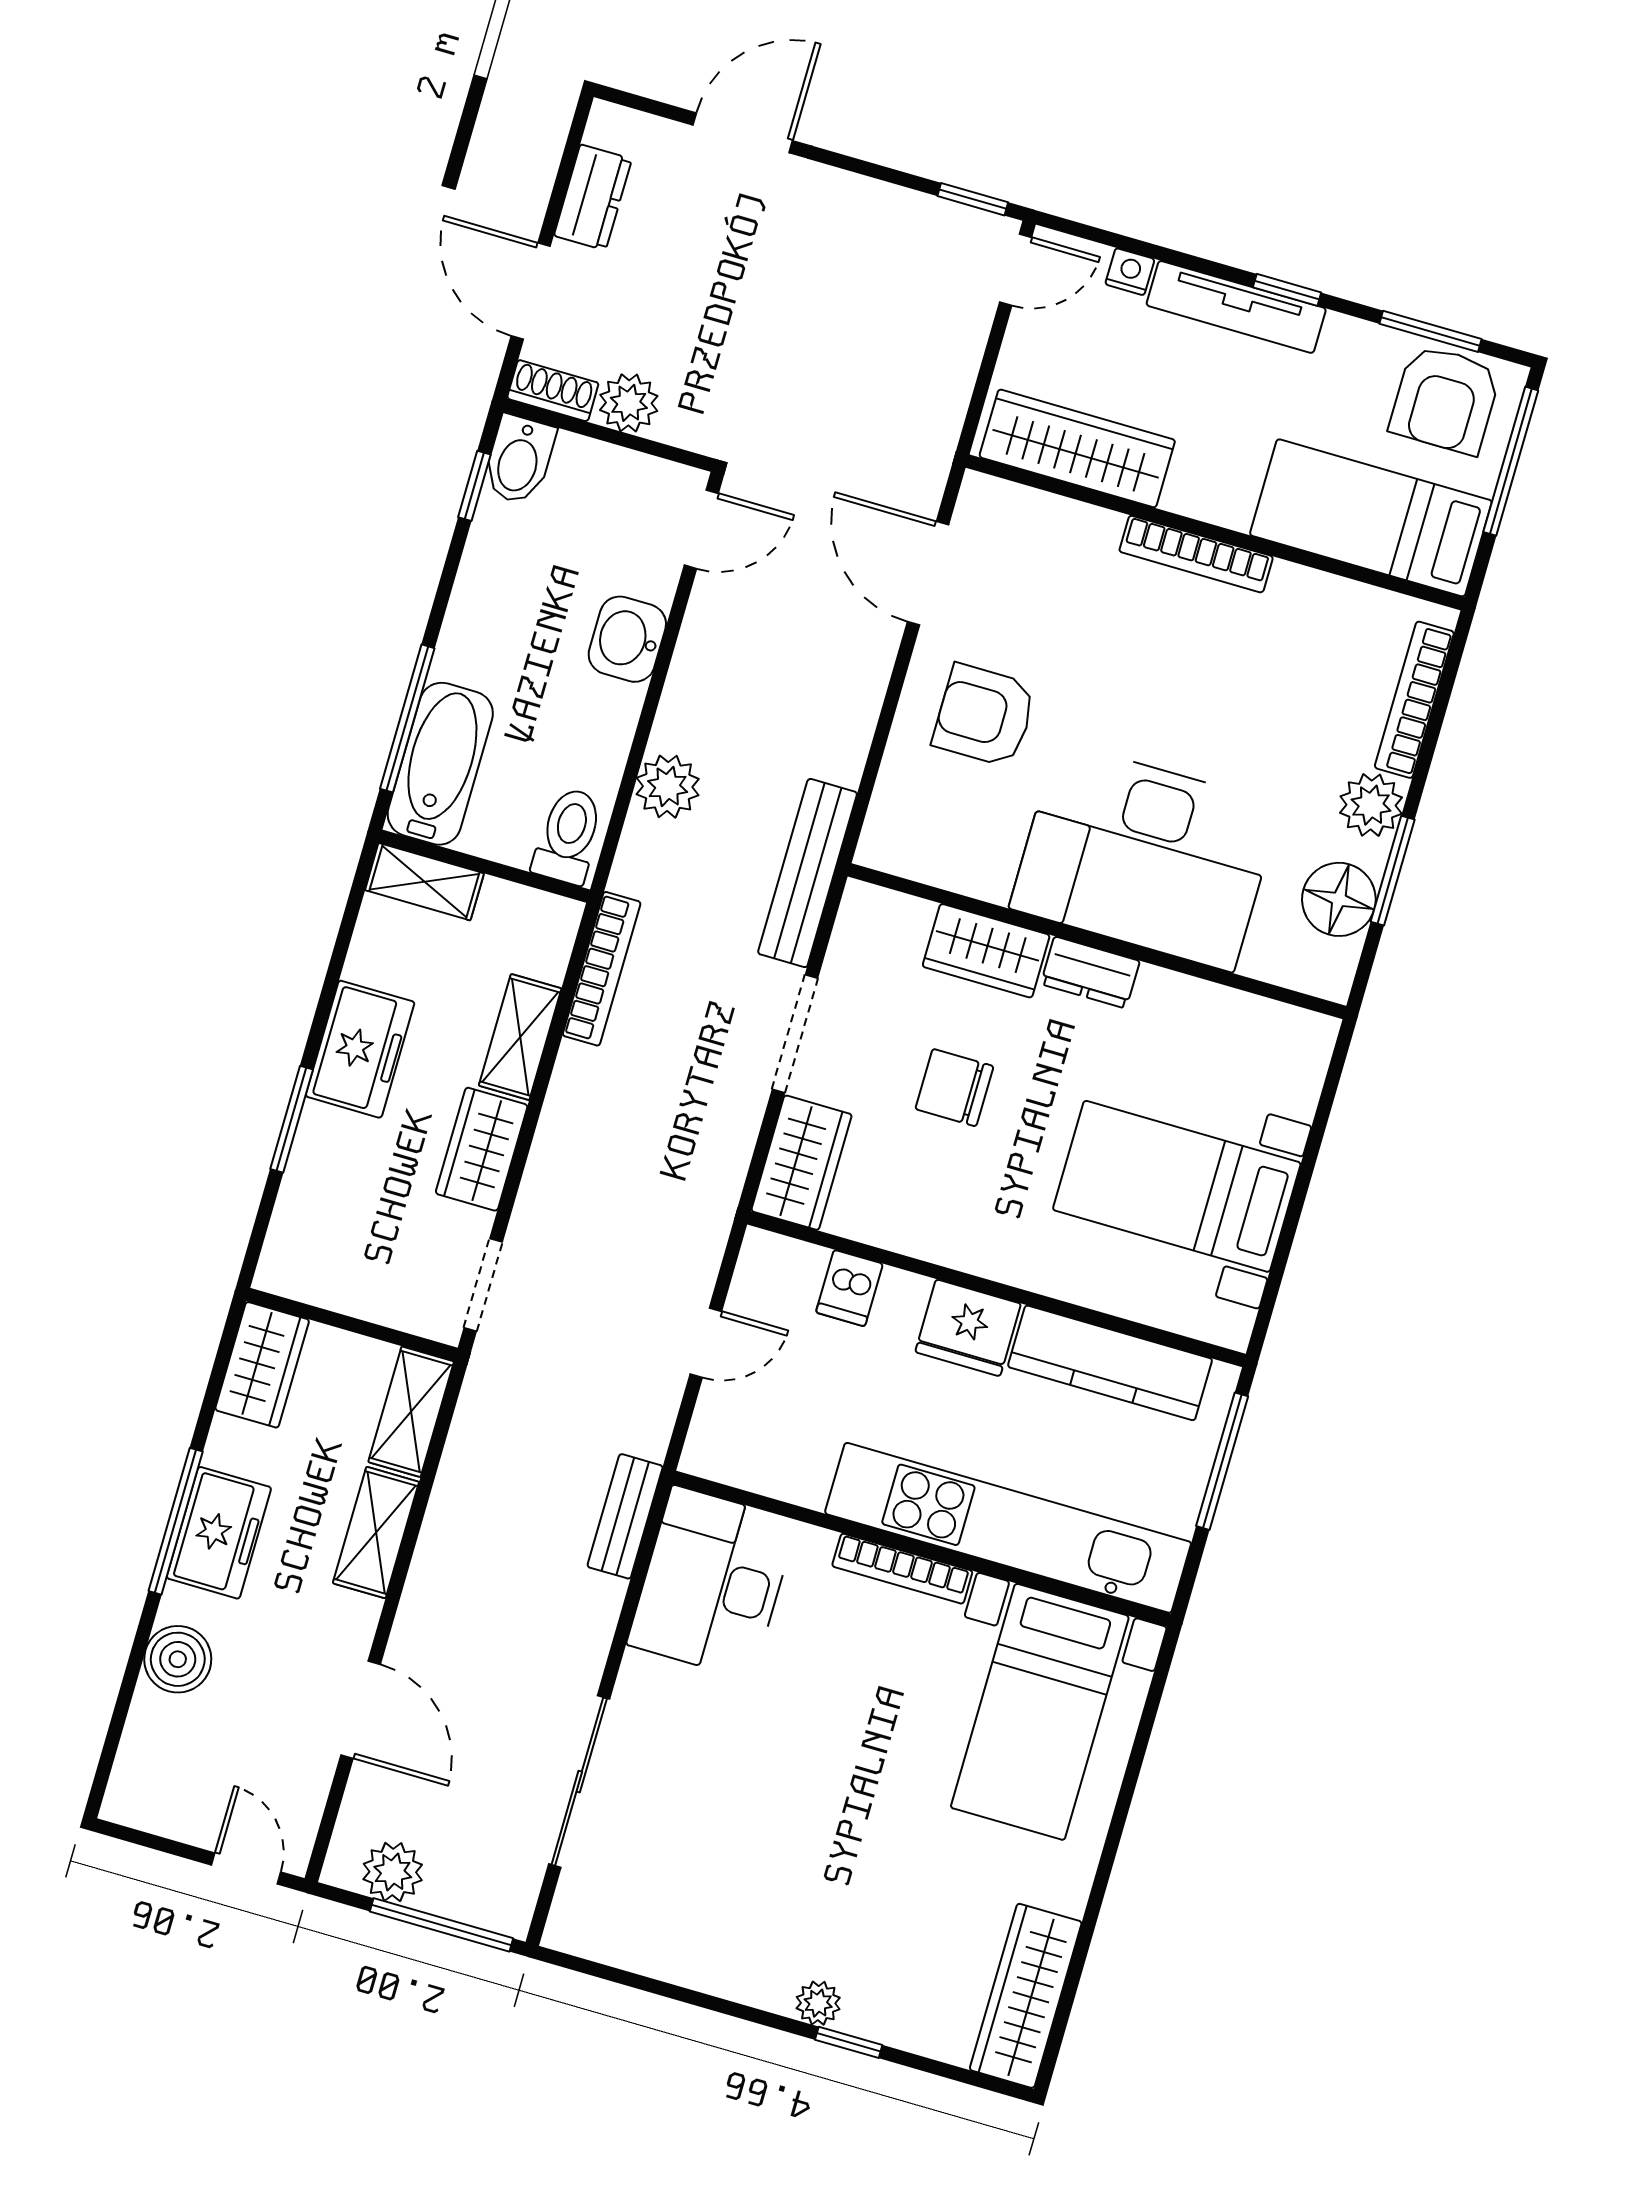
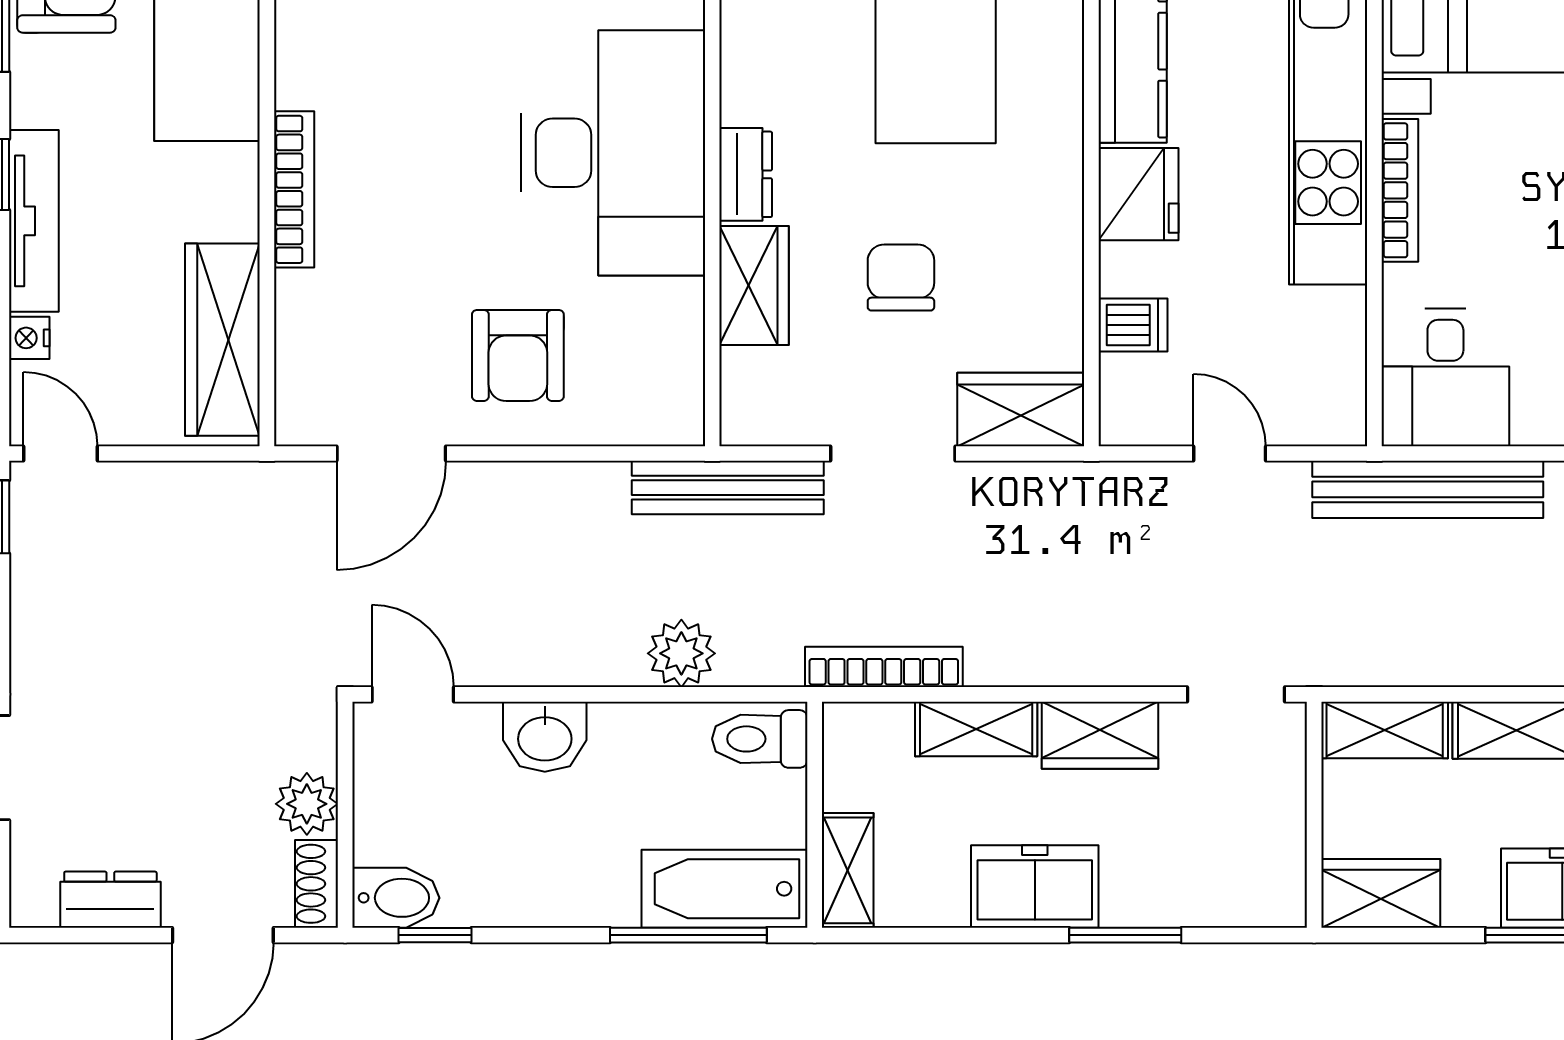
chair: (954, 1088) -> (901, 278), turned 180
bench: (625, 1516) -> (1428, 489), width x1.86, depth x1.21
desk: (712, 1583) -> (1445, 377), width x0.73

